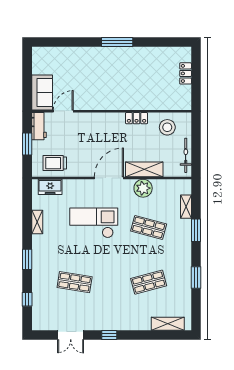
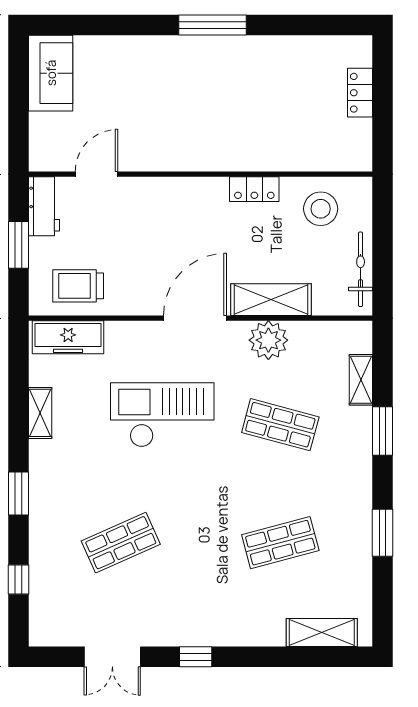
sofa: (42, 92) -> (51, 73), moved
freezer: (50, 187) -> (68, 337), width x1.40
shop shelf: (75, 282) -> (121, 543), turned -33

